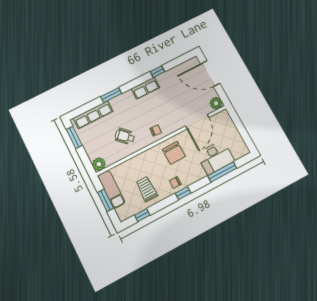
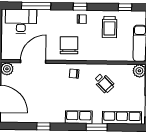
row of seats: (145, 88) -> (79, 117), moved
desk: (215, 157) -> (21, 21), moved

